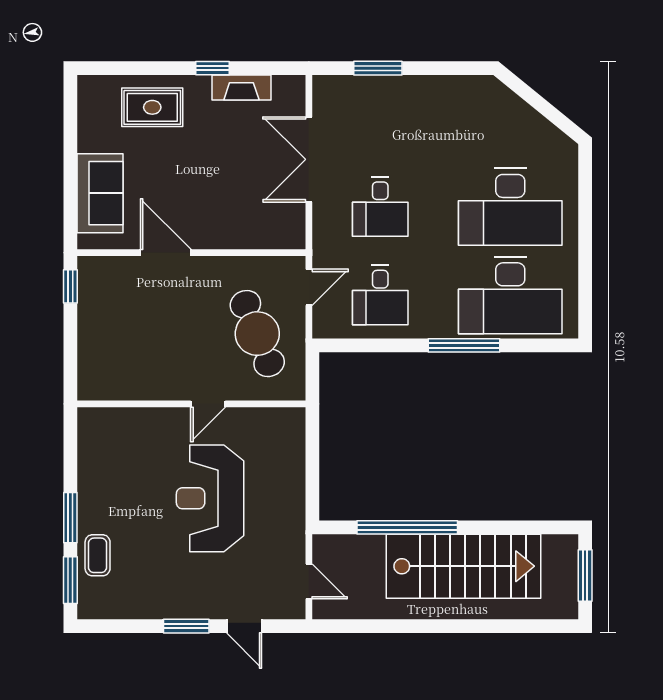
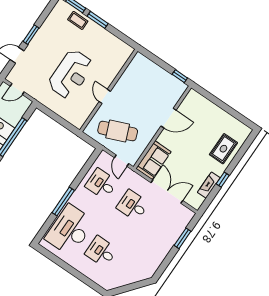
sofa: (100, 193) -> (154, 160), moved, turned -90
desk: (510, 207) -> (101, 252), width x0.53, depth x0.77
reception desk: (210, 498) -> (71, 74), turned 90

